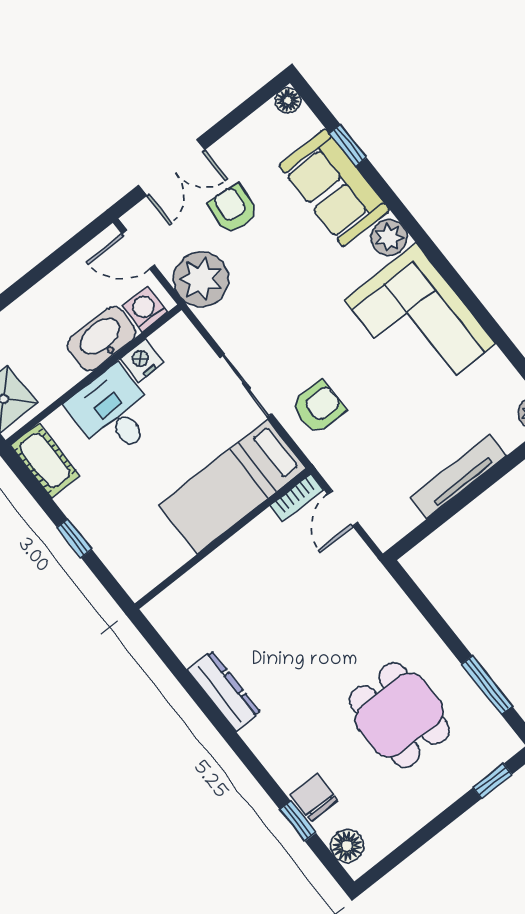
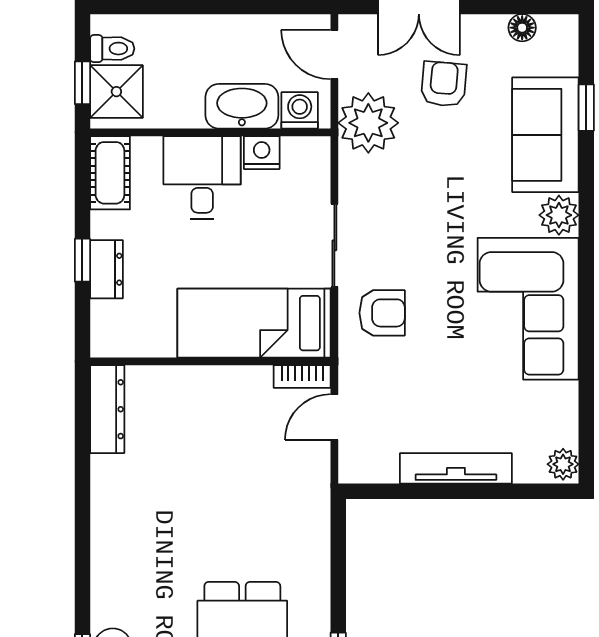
floor lamp: (288, 100) -> (522, 28), moved
dresser: (97, 531) -> (106, 269), added
dresser: (224, 691) -> (107, 409), moved

